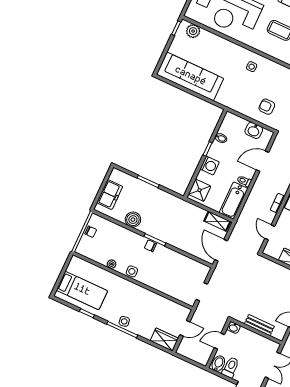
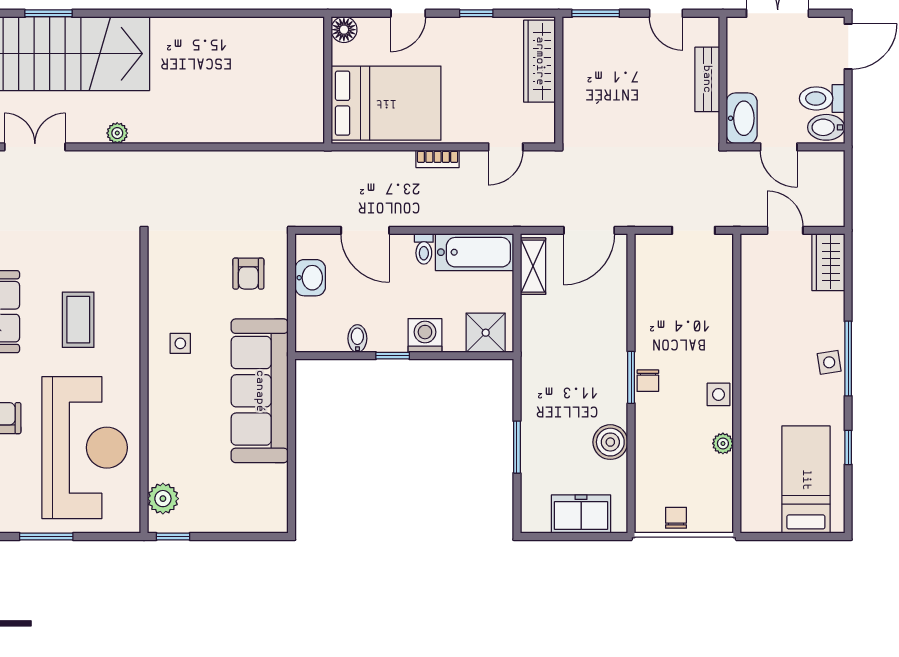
sofa: (190, 76) -> (260, 391), moved
washbasin: (234, 328) -> (742, 118), width x1.91, depth x1.45

